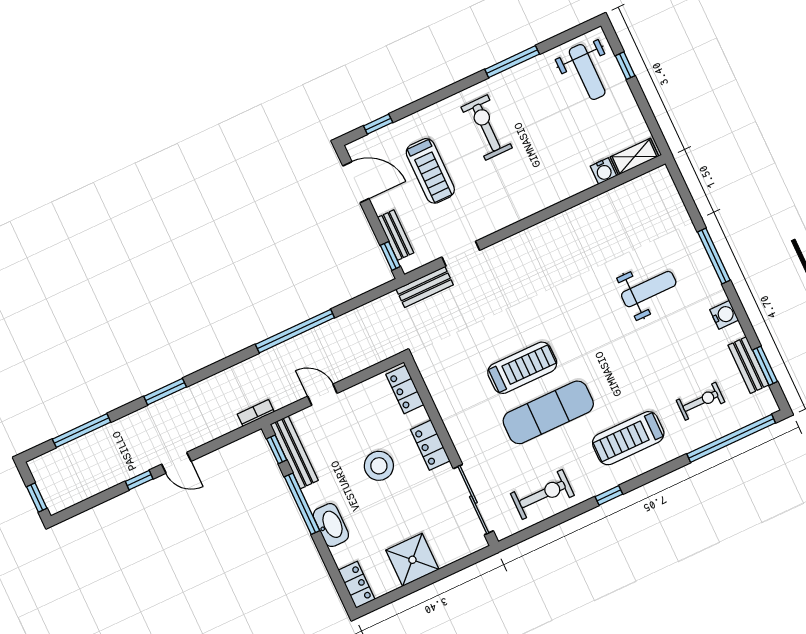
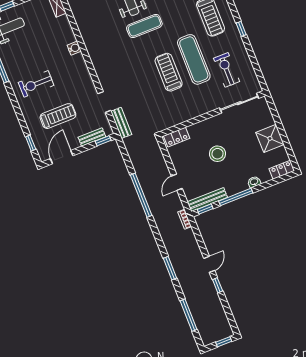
water cooler: (603, 171) -> (74, 48), moved
exercise mat: (604, 319) -> (144, 26), added
locker: (430, 445) -> (208, 125), removed
exercise bike: (542, 494) -> (227, 70), moved
washbasin: (331, 525) -> (254, 182), width x0.52, depth x0.69

